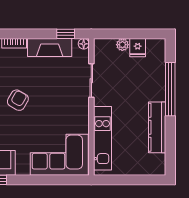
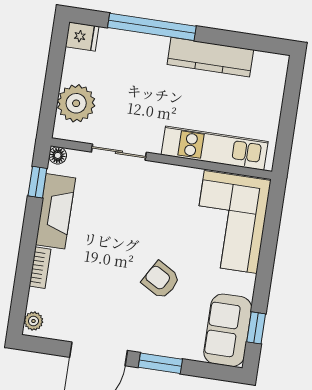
plant: (122, 45) -> (76, 103), width x1.88, depth x1.88
fridge: (138, 48) -> (82, 37), moved
armchair: (18, 100) -> (161, 280), moved

